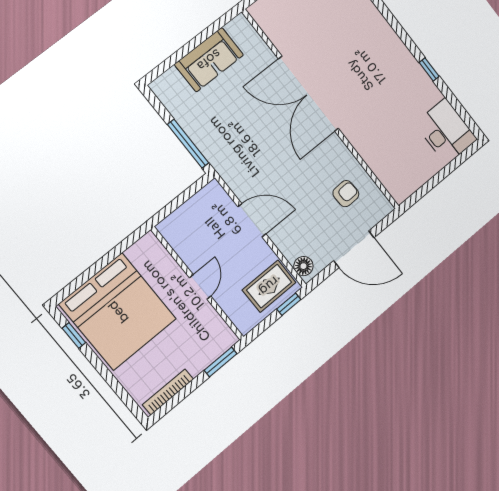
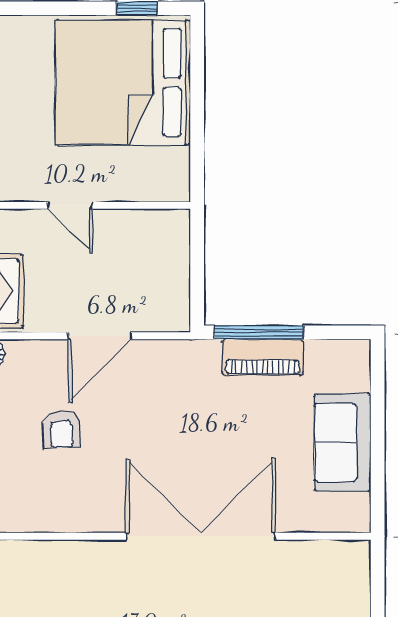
piano: (199, 132) -> (263, 357), added
armchair: (346, 194) -> (62, 429), moved

